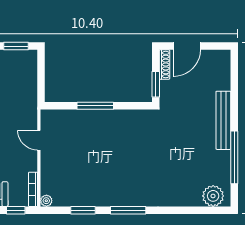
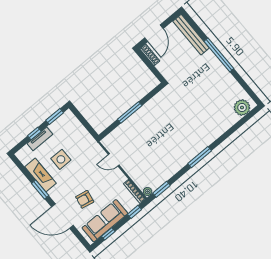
window: (156, 84) -> (154, 71), removed
bench: (223, 120) -> (191, 35), moved
window: (234, 157) -> (219, 55), moved
window: (83, 210) -> (162, 189), moved

